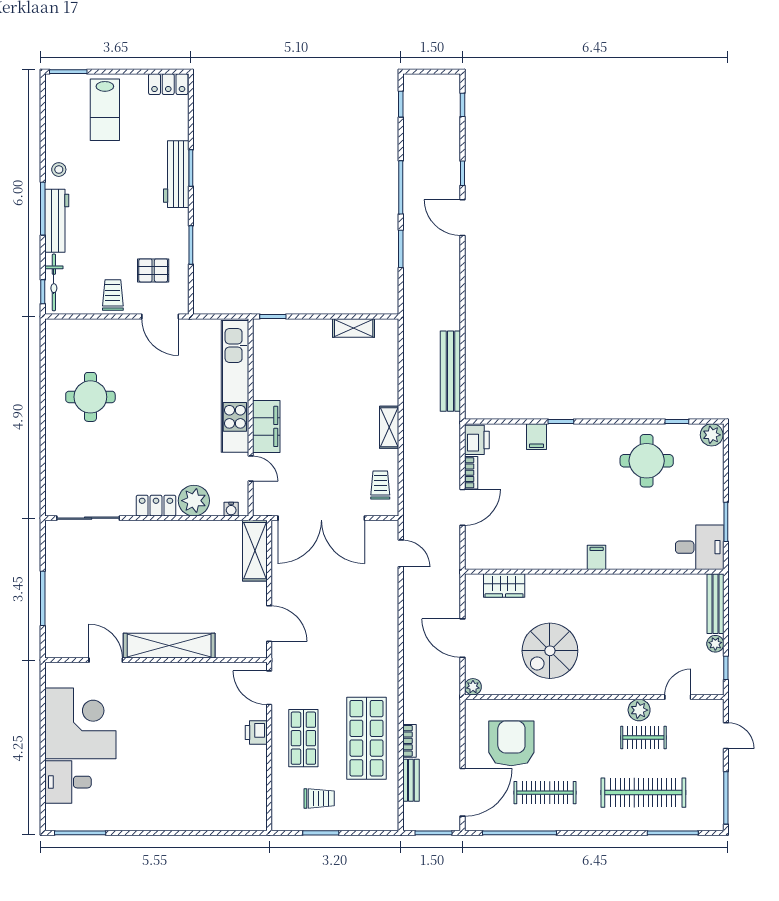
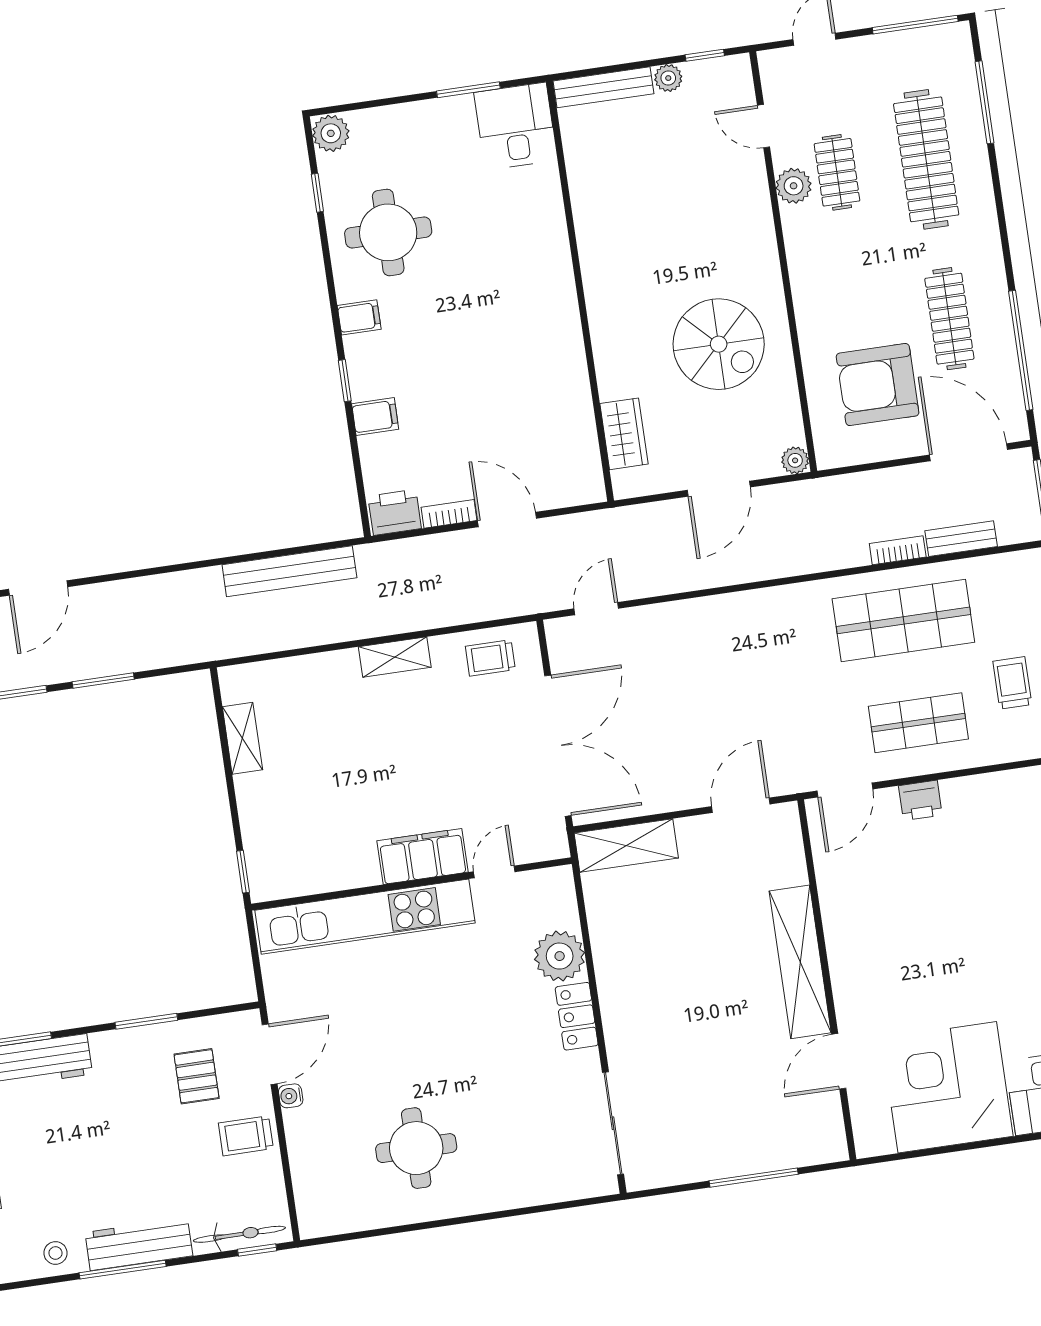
water cooler: (231, 509) -> (291, 1096), moved, turned 180
filing cabinet: (597, 557) -> (359, 317), moved, turned 180

